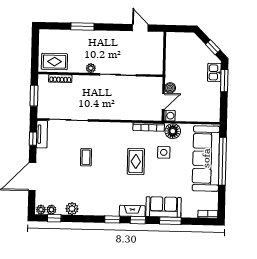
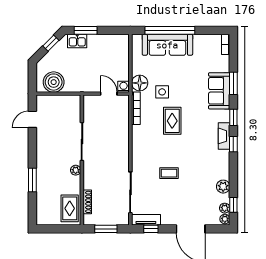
boiler: (170, 88) -> (54, 82), moved, width x1.86, depth x1.86
sofa: (206, 158) -> (167, 45), width x0.74, depth x0.79
rug: (136, 161) -> (172, 121), turned 90
fireplace: (132, 211) -> (224, 136), moved

